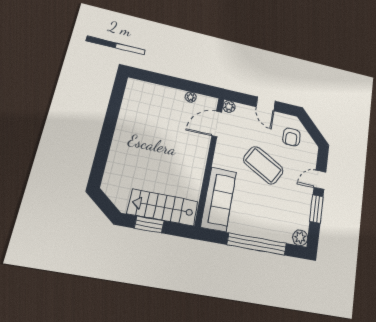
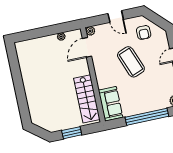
coffee table: (263, 165) -> (131, 62), turned 40
sofa: (219, 199) -> (111, 104), width x0.73
stairs: (163, 207) -> (87, 99), moved, turned -90

